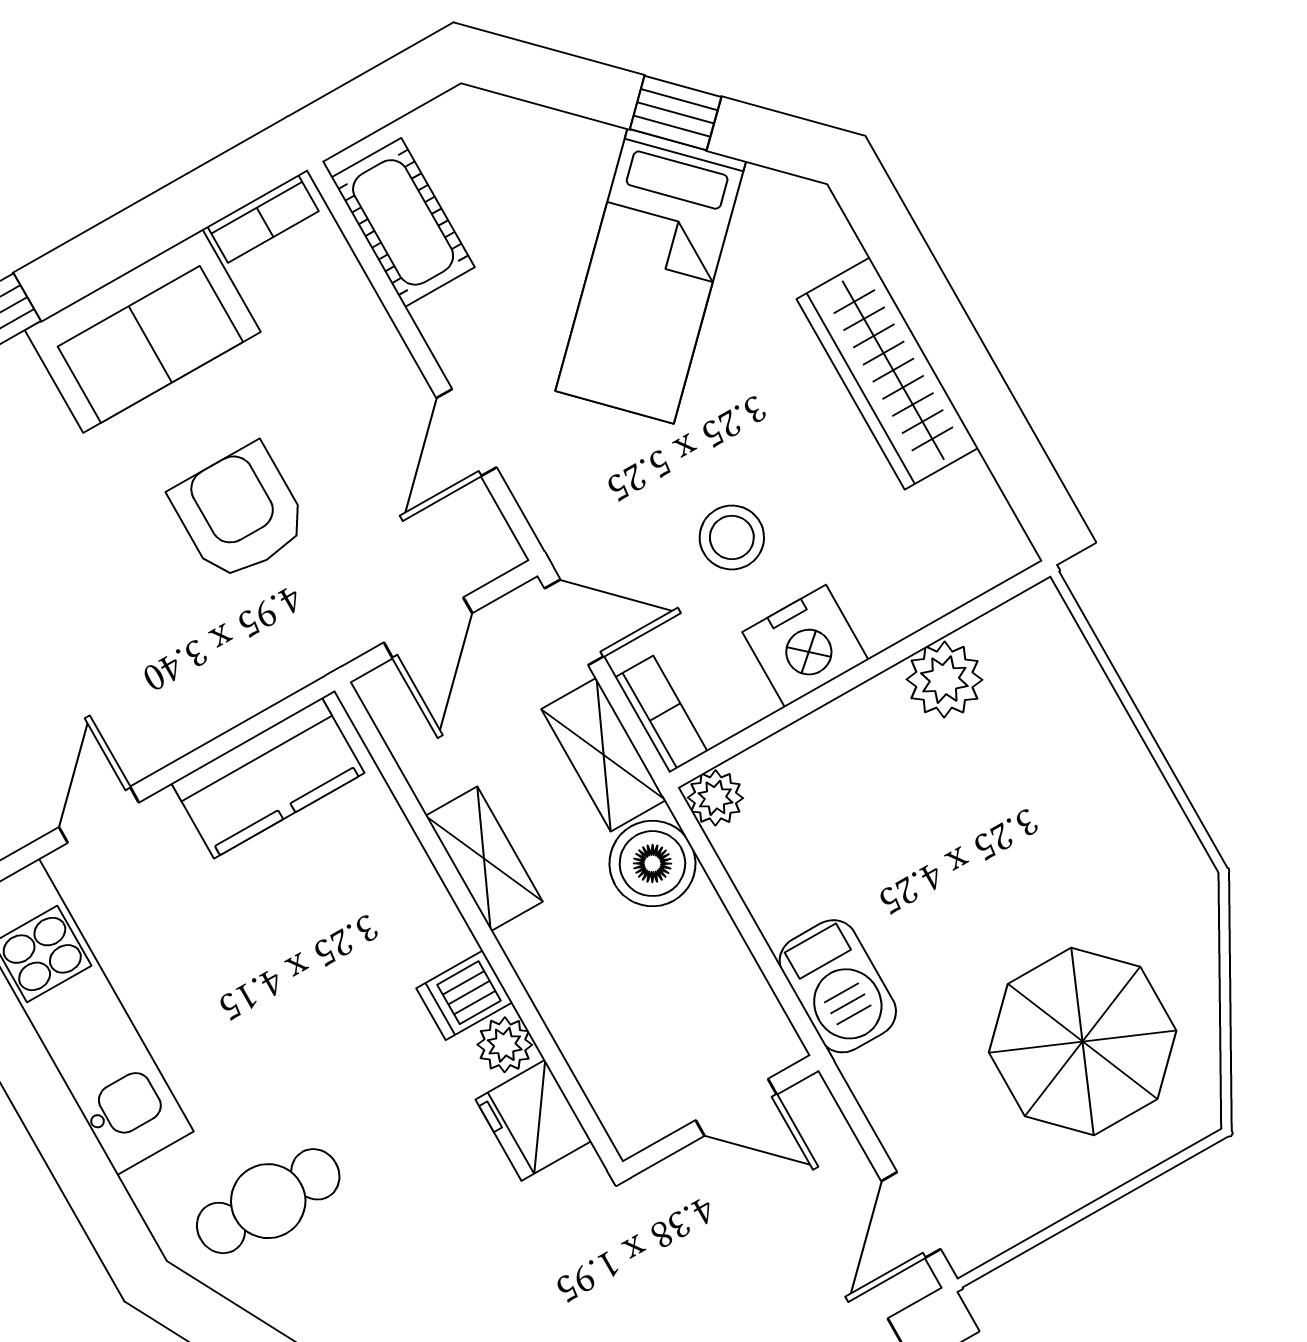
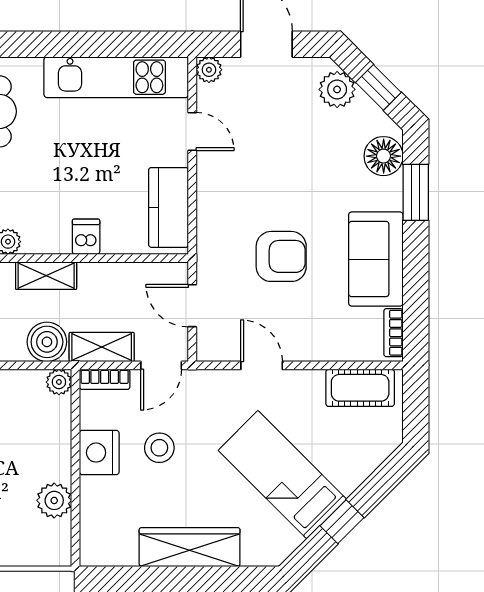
shelving: (484, 859) -> (46, 276), moved
dishwasher: (464, 995) -> (86, 237), moved

